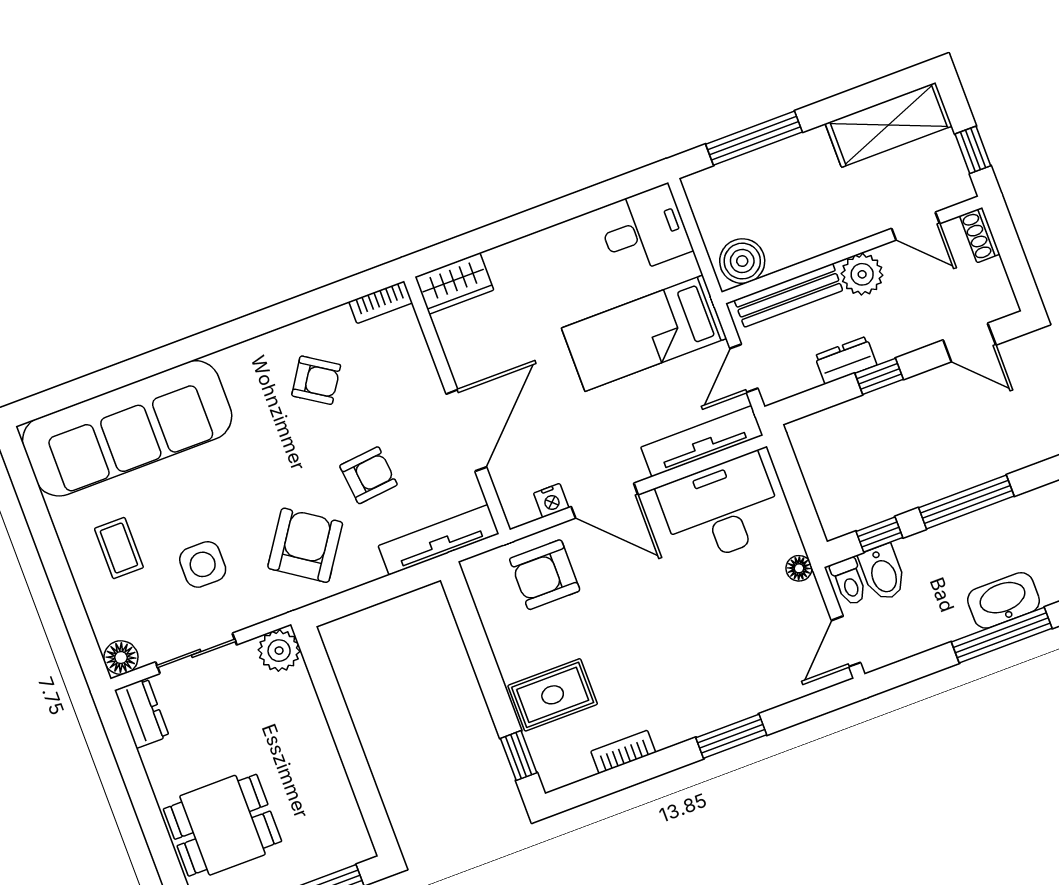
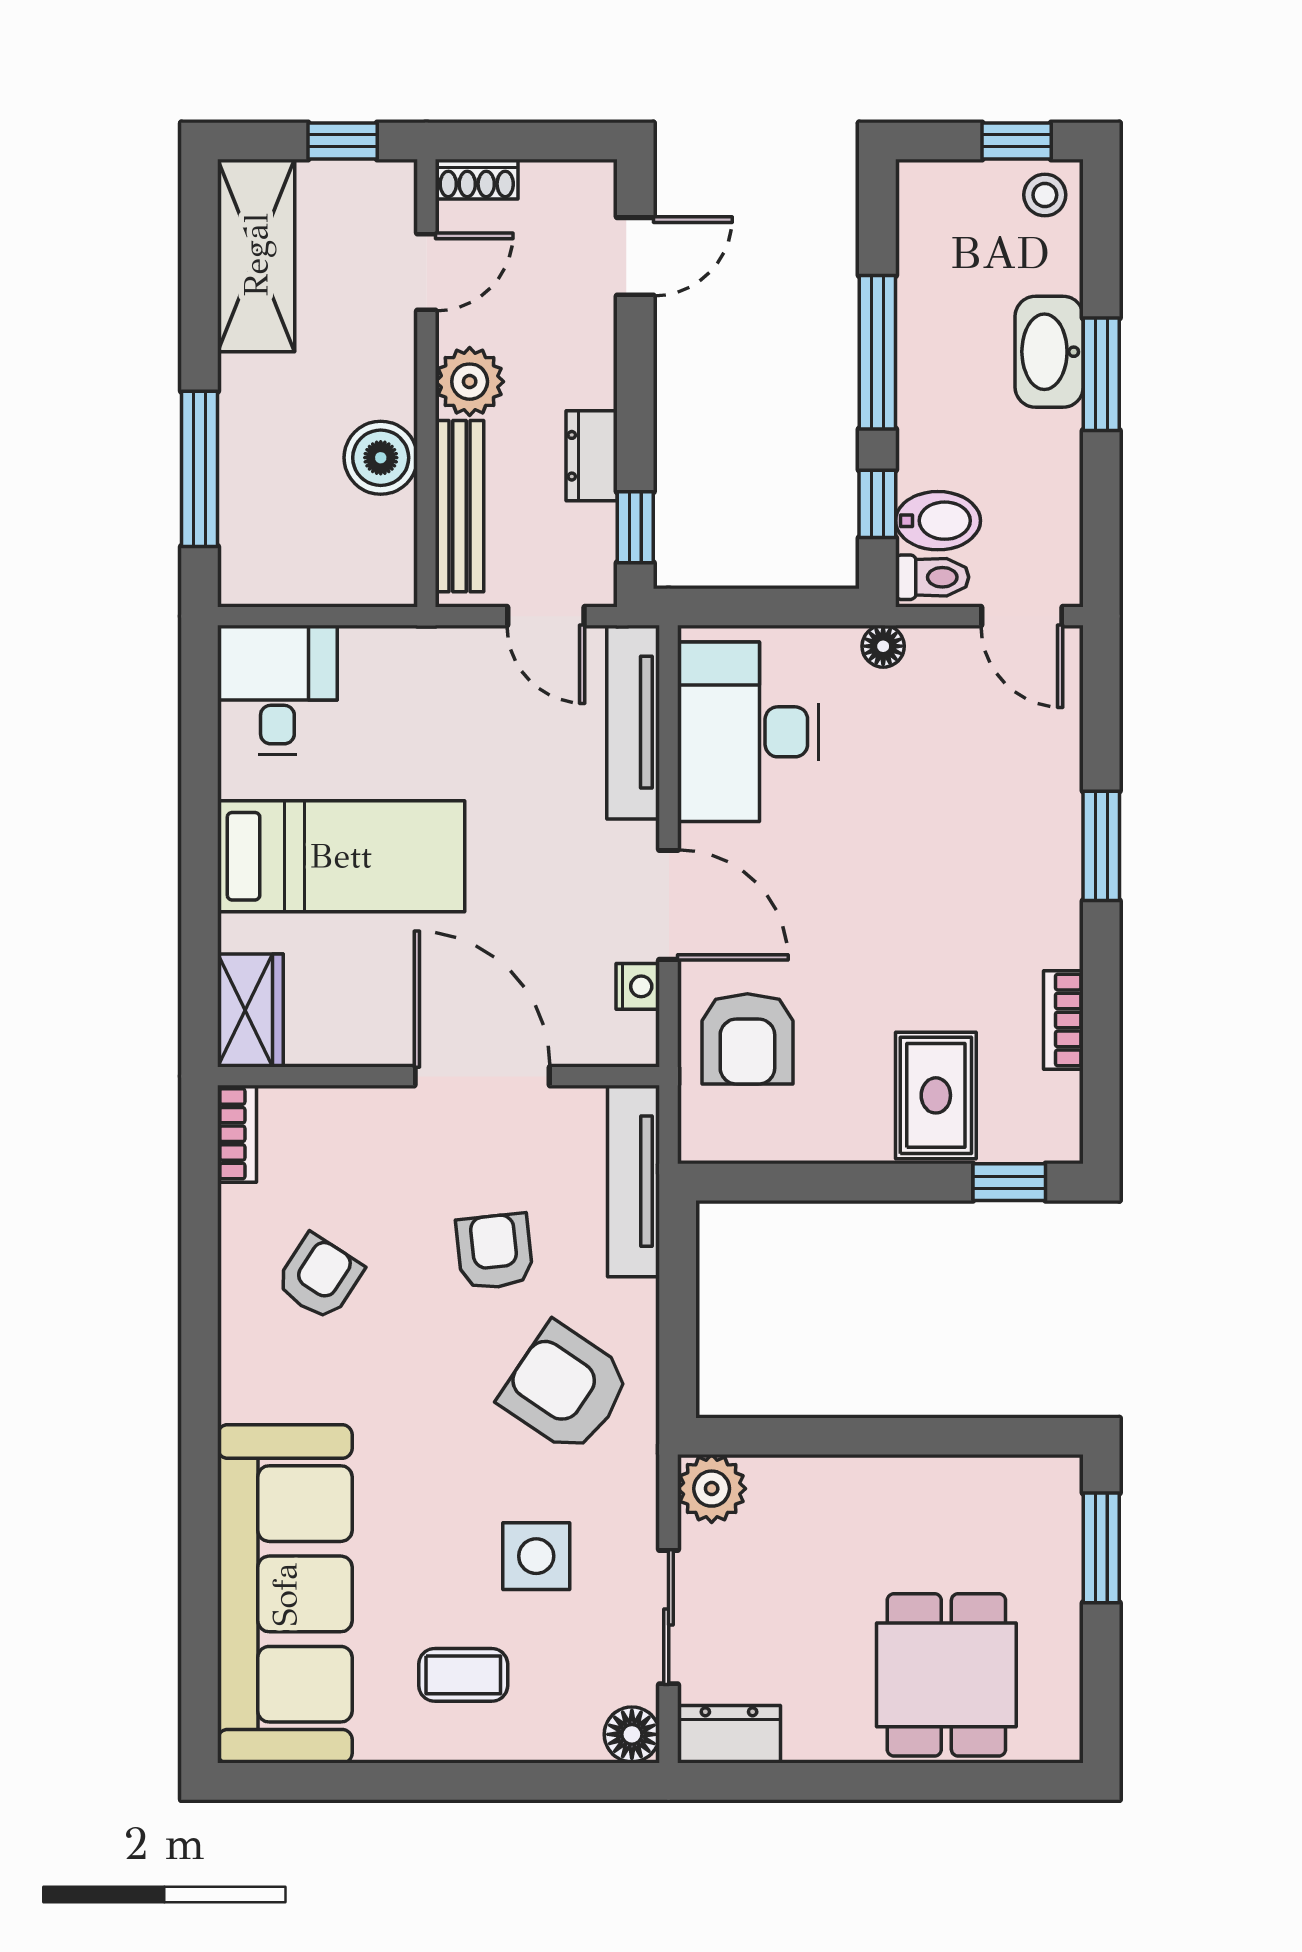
boiler: (742, 261) -> (381, 458), moved
bed: (644, 333) -> (341, 856), moved, turned -90
window: (879, 376) -> (635, 527), moved
door: (605, 501) -> (669, 905), hinge flipped
window: (1002, 635) -> (1101, 374), width x0.69

